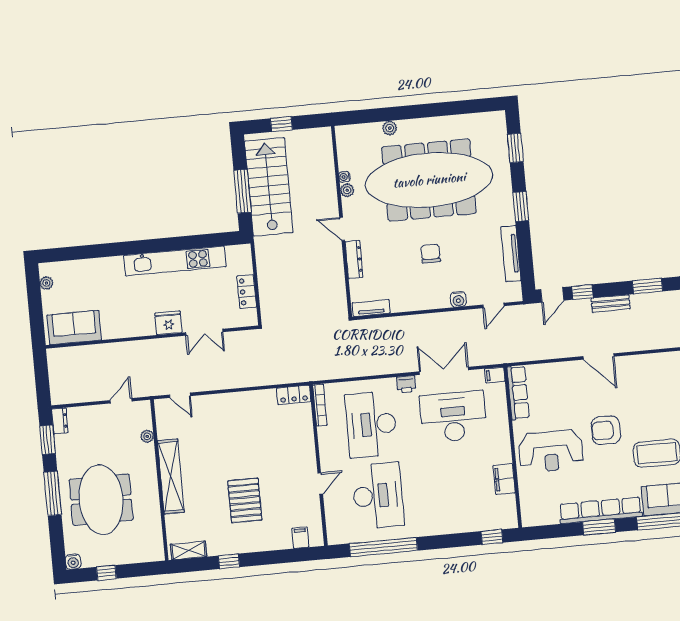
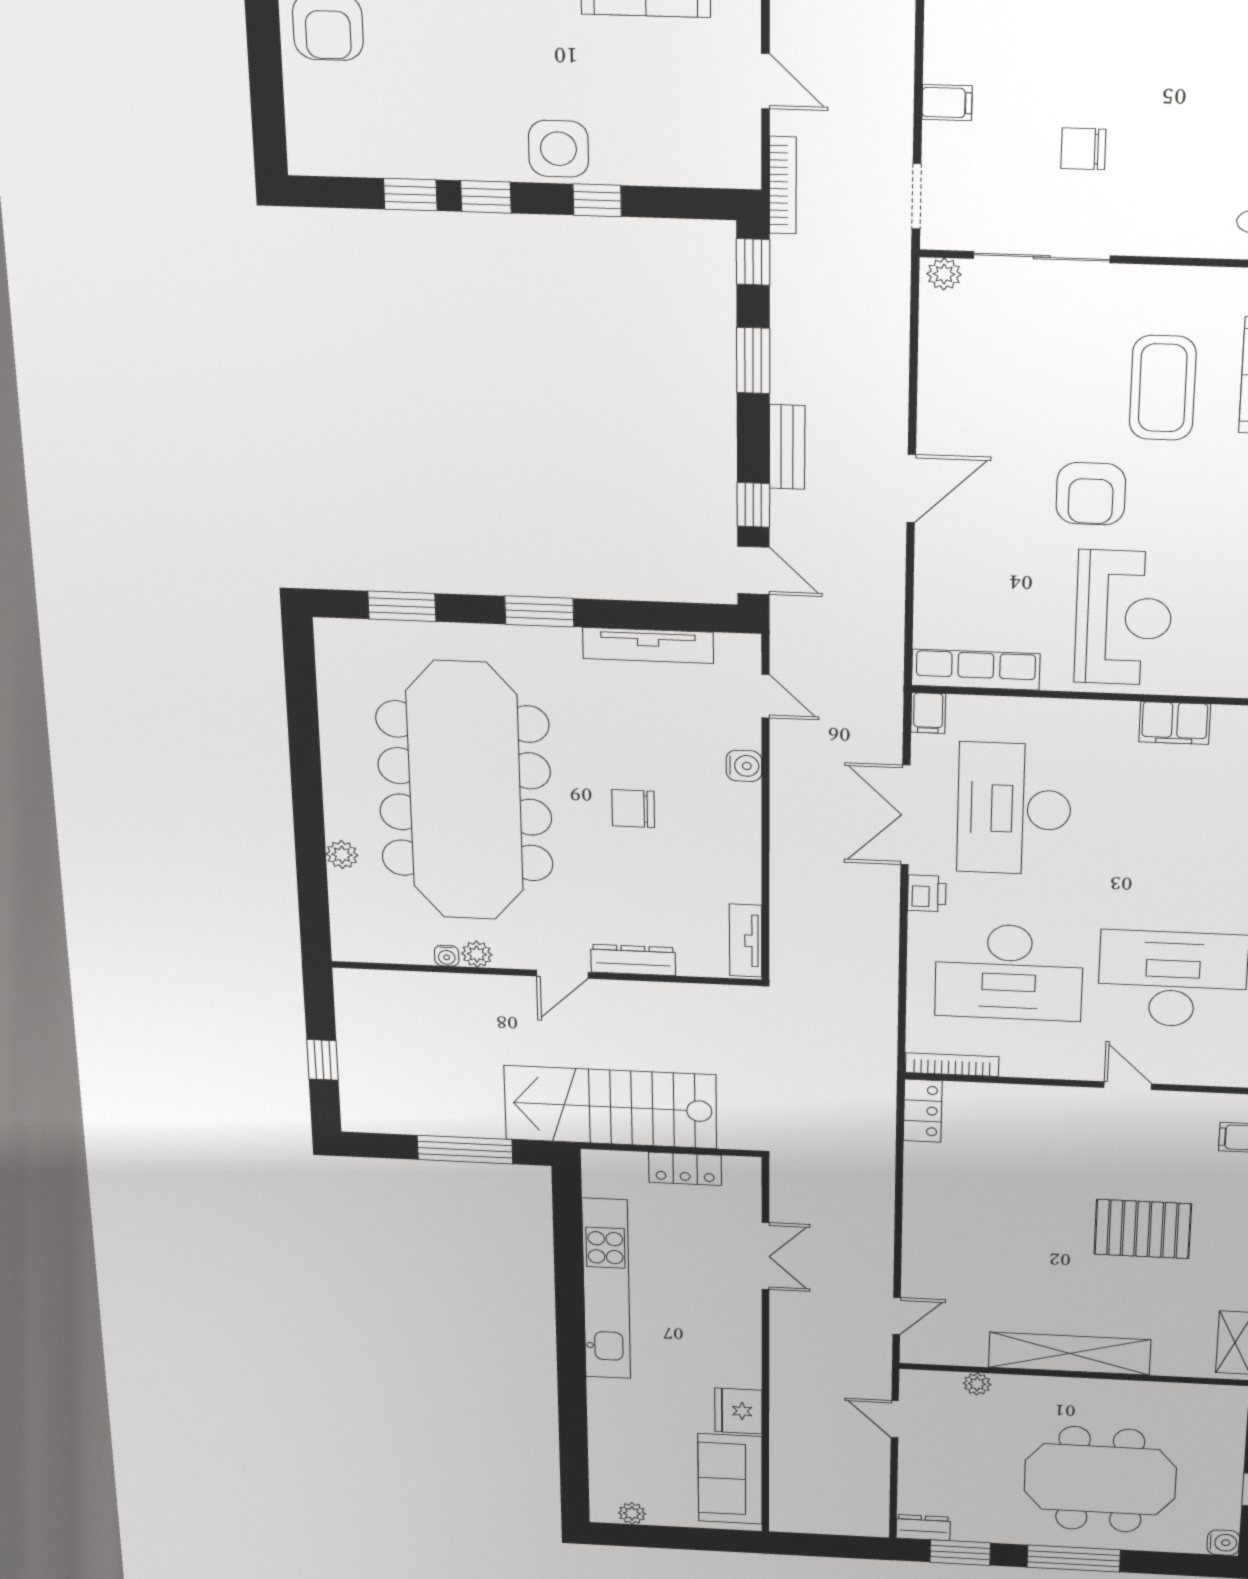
stairs: (269, 187) -> (611, 1107), moved
fridge: (168, 323) -> (738, 1411), moved

